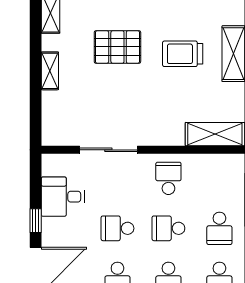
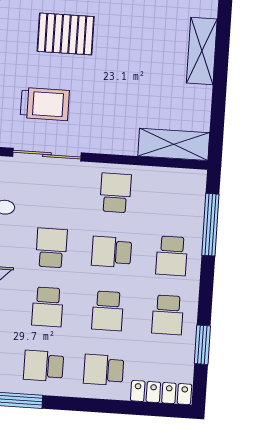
trolley: (183, 54) -> (45, 104), moved, turned 180
school desk: (117, 228) -> (51, 248), turned 90

